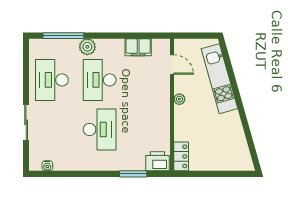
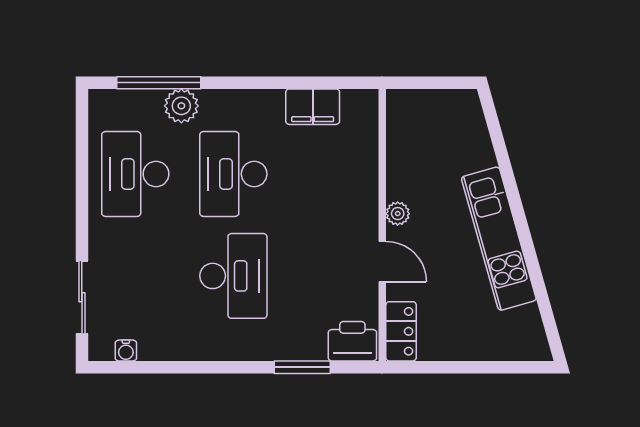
plant: (87, 47) -> (181, 106), moved
door: (172, 64) -> (382, 262), moved
kitchen unit: (219, 79) -> (499, 239), moved
sliding door: (26, 122) -> (82, 297), moved

